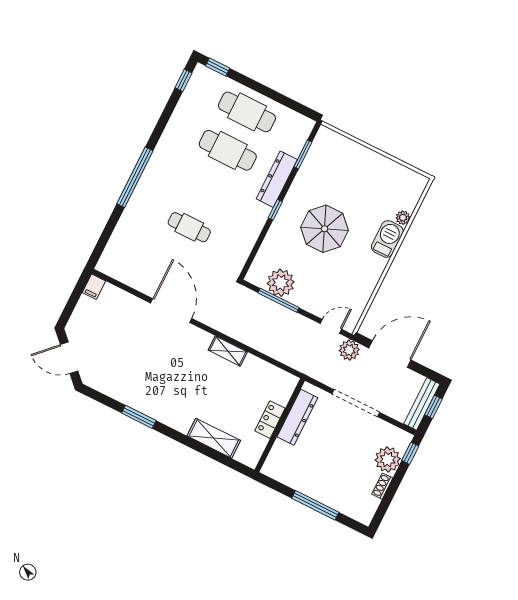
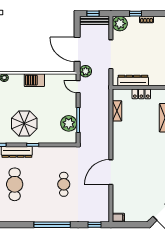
parasol: (325, 229) -> (24, 124), moved
barbecue: (387, 239) -> (34, 80), moved
window: (102, 244) -> (94, 225), added
shelving: (228, 351) -> (117, 111), moved
window: (410, 453) -> (135, 14), moved
plant: (388, 459) -> (120, 24), moved

